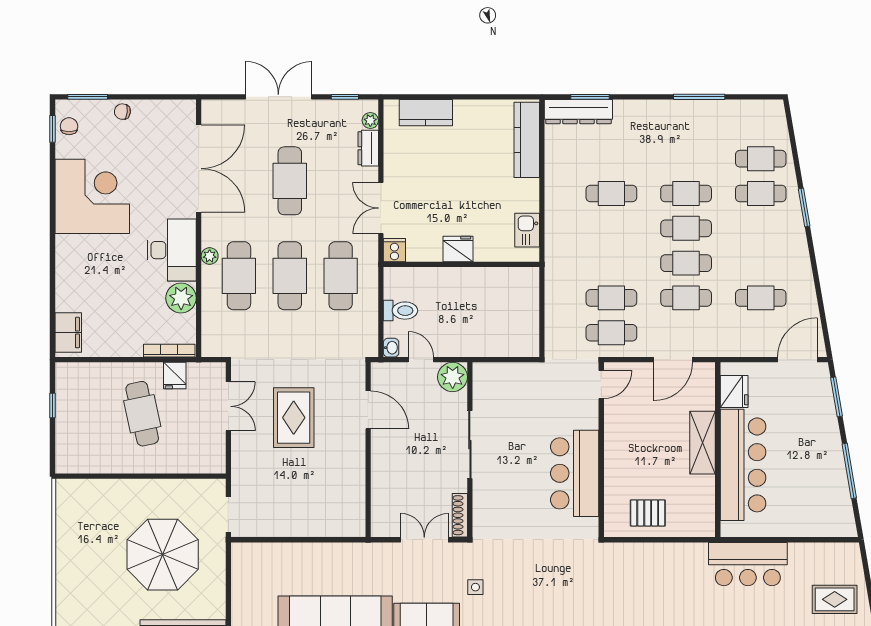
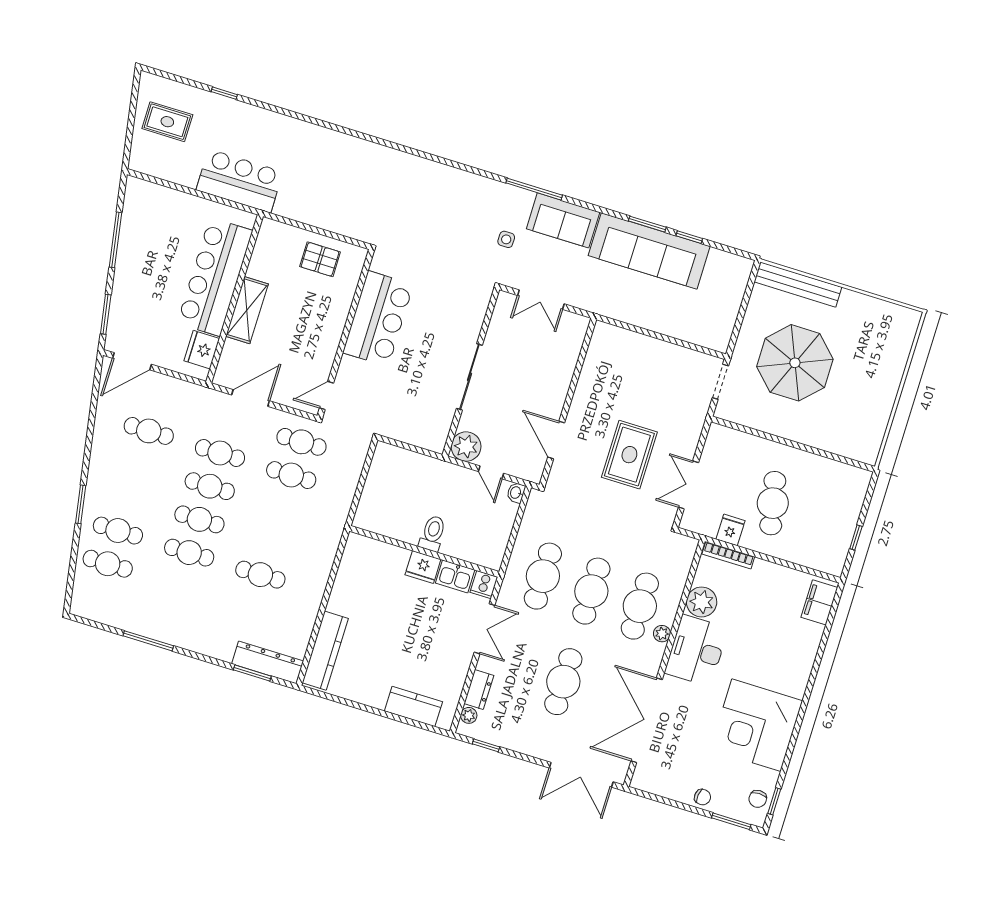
double door: (278, 97) -> (581, 775), moved
kitchen sink: (527, 230) -> (455, 576), moved, turned 90
toilet: (401, 311) -> (433, 533), moved, turned 90
shoe rack: (460, 515) -> (500, 313), removed

